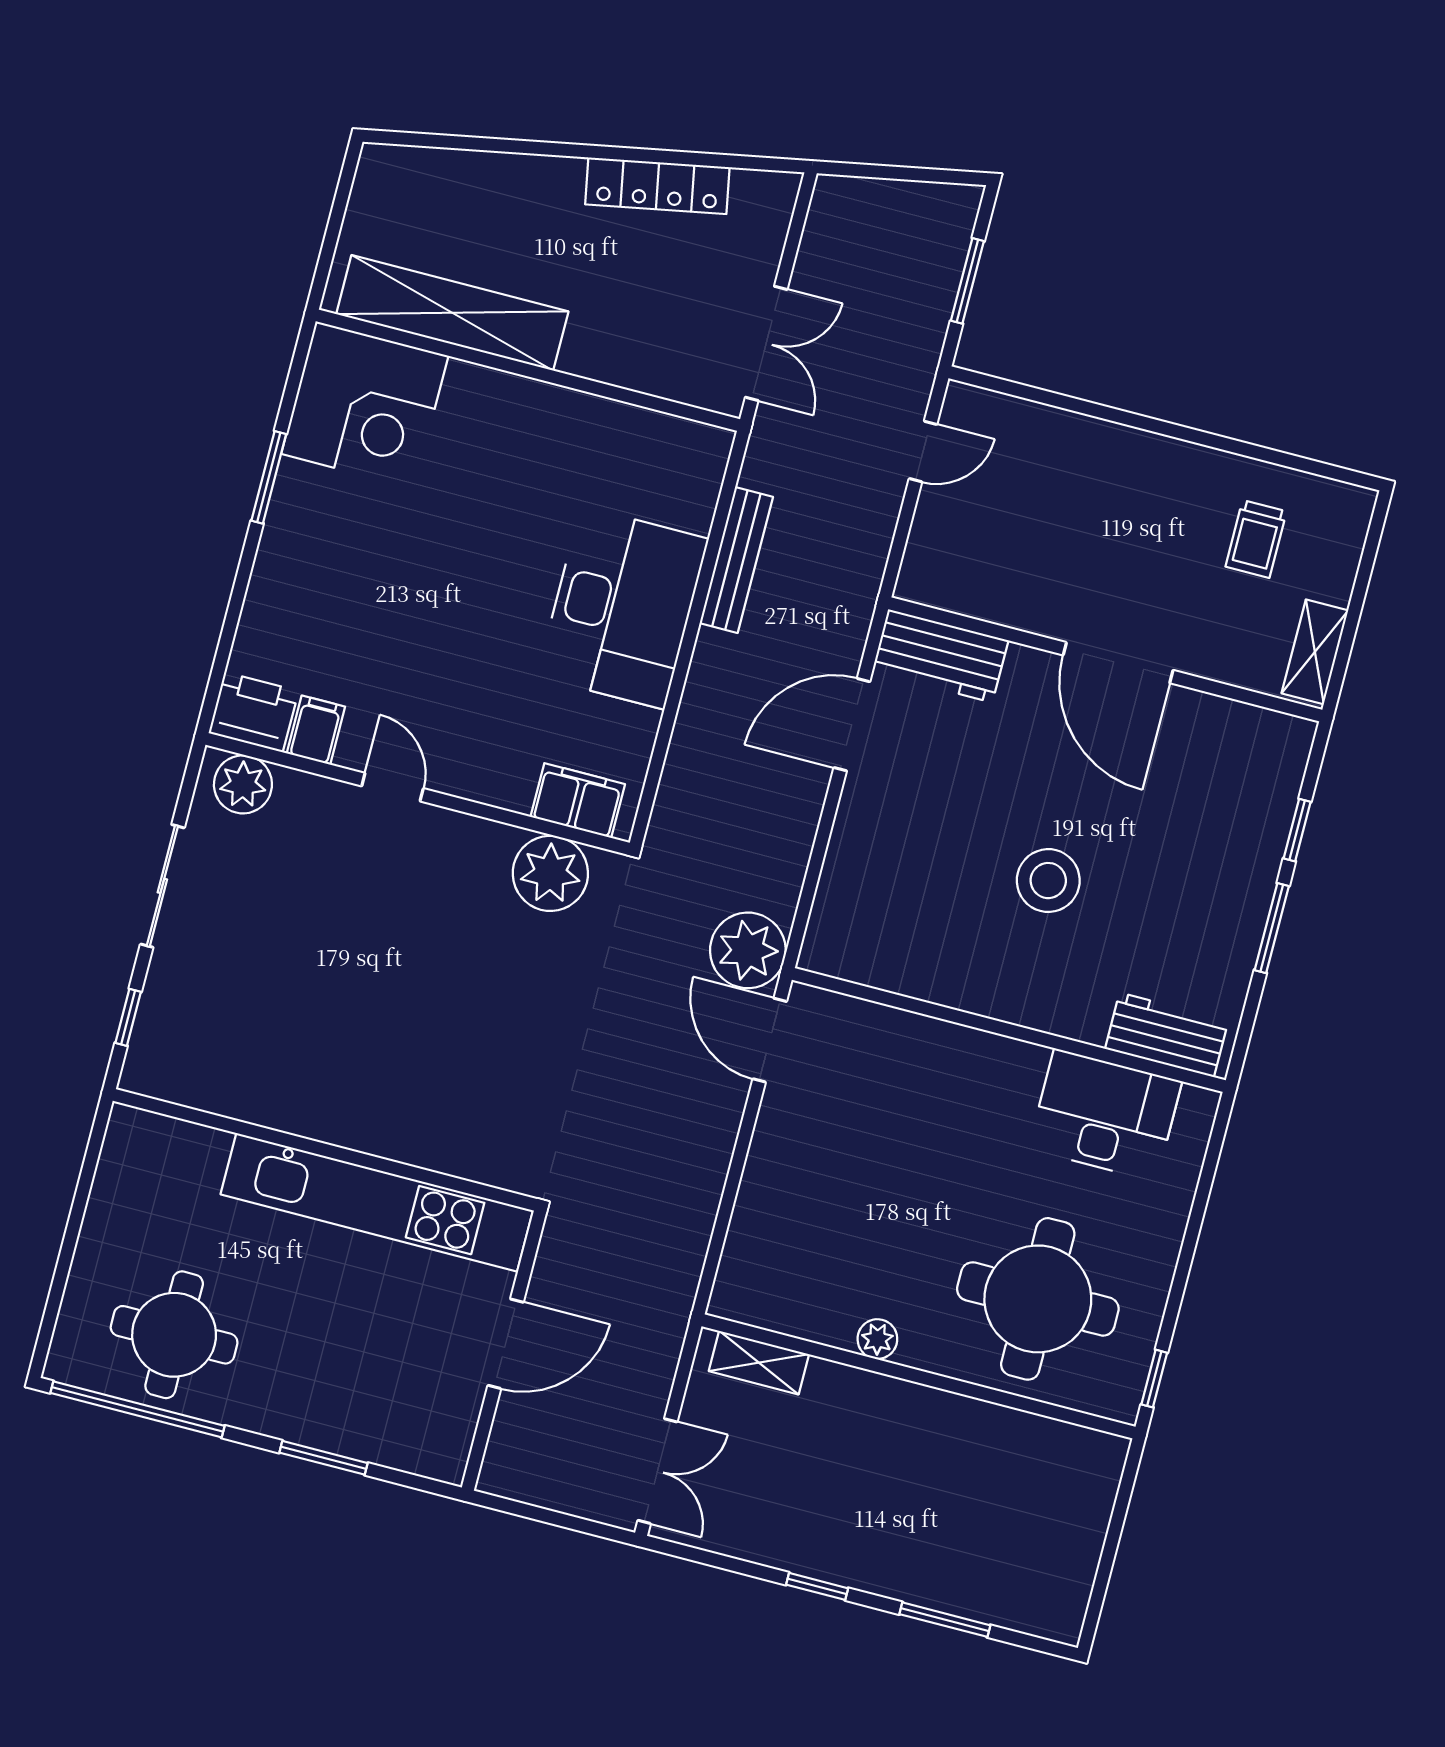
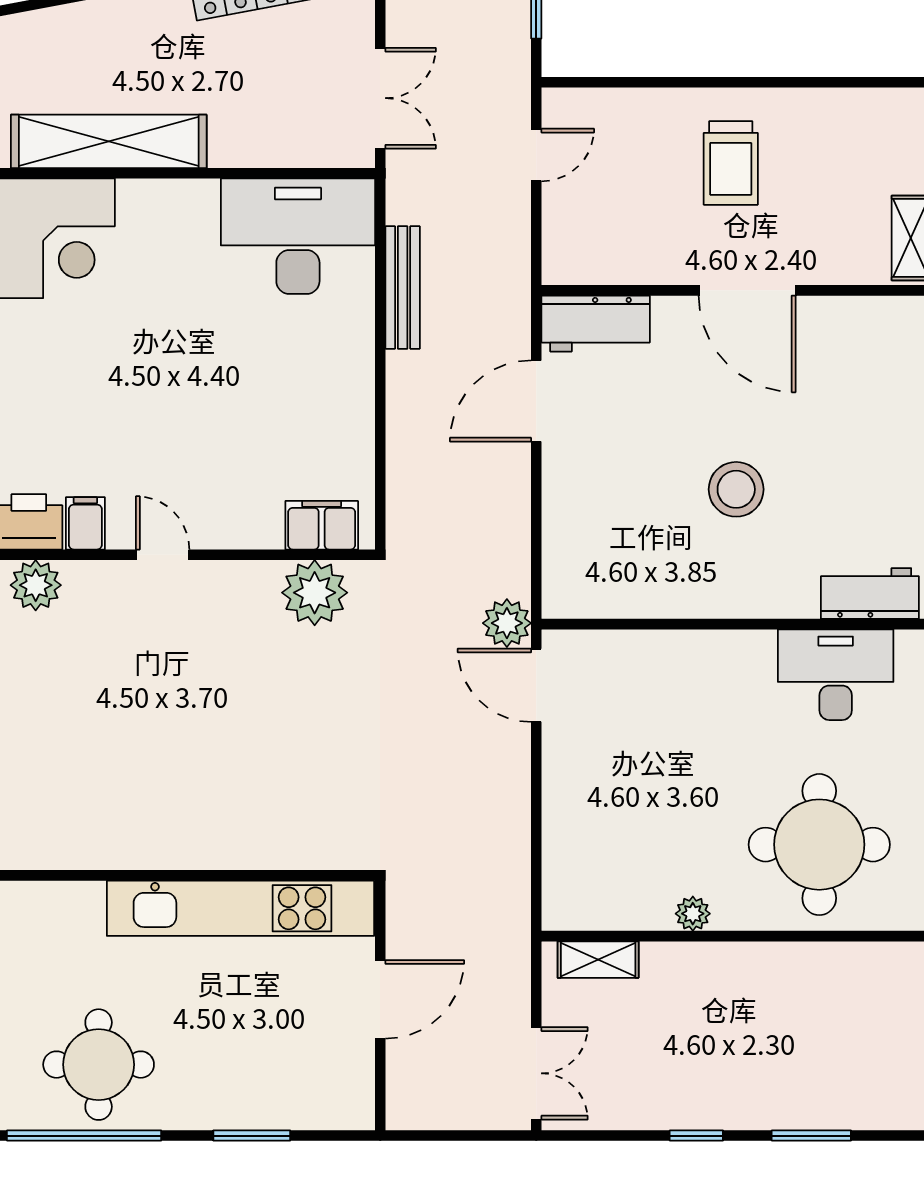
trolley: (1256, 539) -> (731, 163), moved, width x1.36, depth x1.39
desk: (623, 608) -> (298, 236), moved, turned -90
plant: (748, 950) -> (507, 623), width x0.73, depth x0.73

